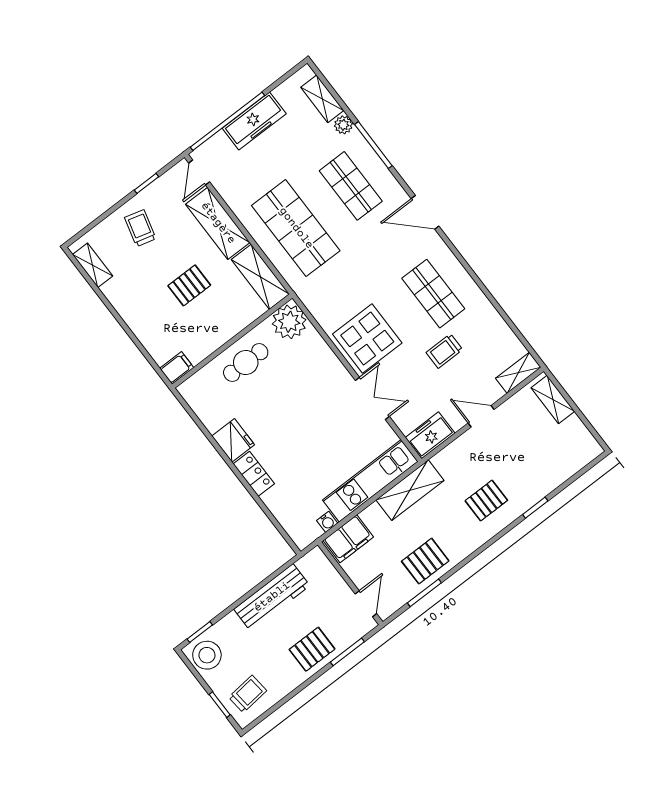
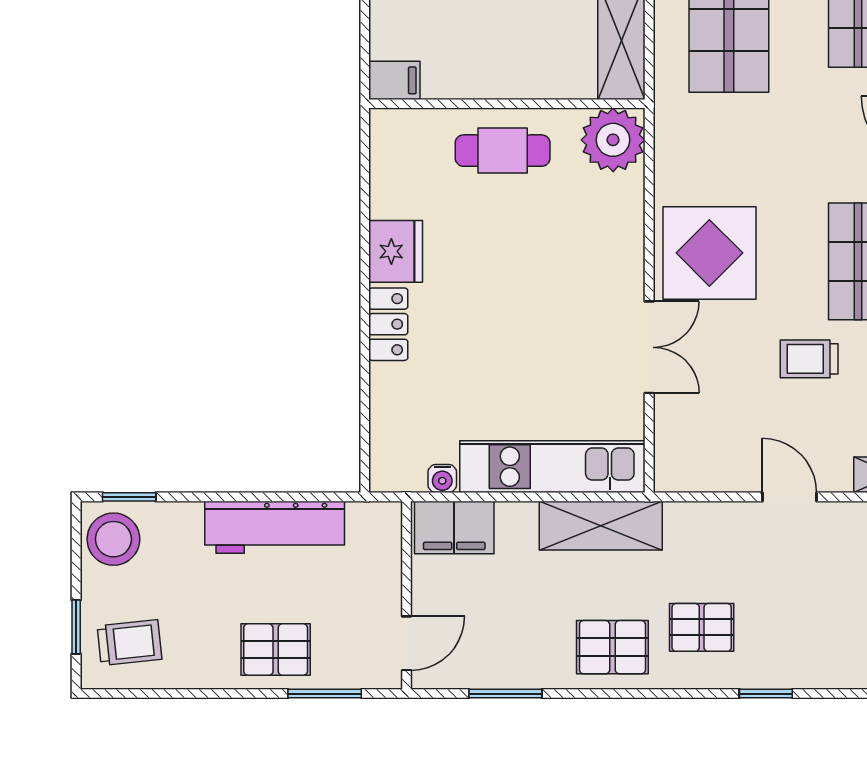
freezer: (430, 435) -> (692, 467), removed
pallet: (425, 561) -> (612, 647), moved

